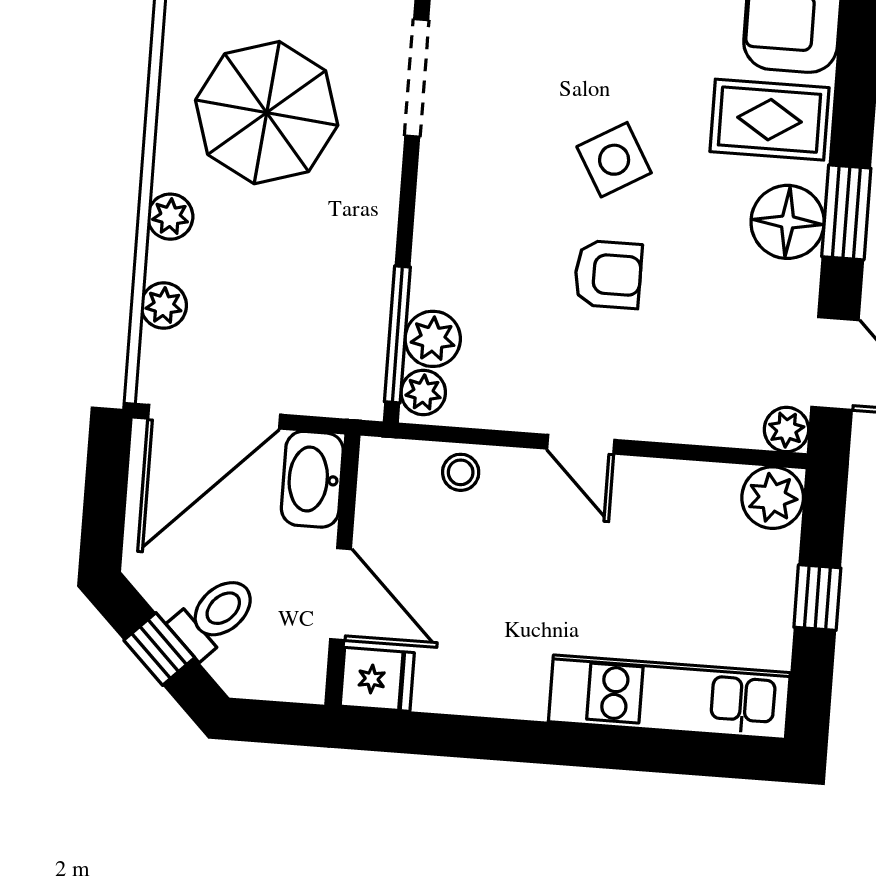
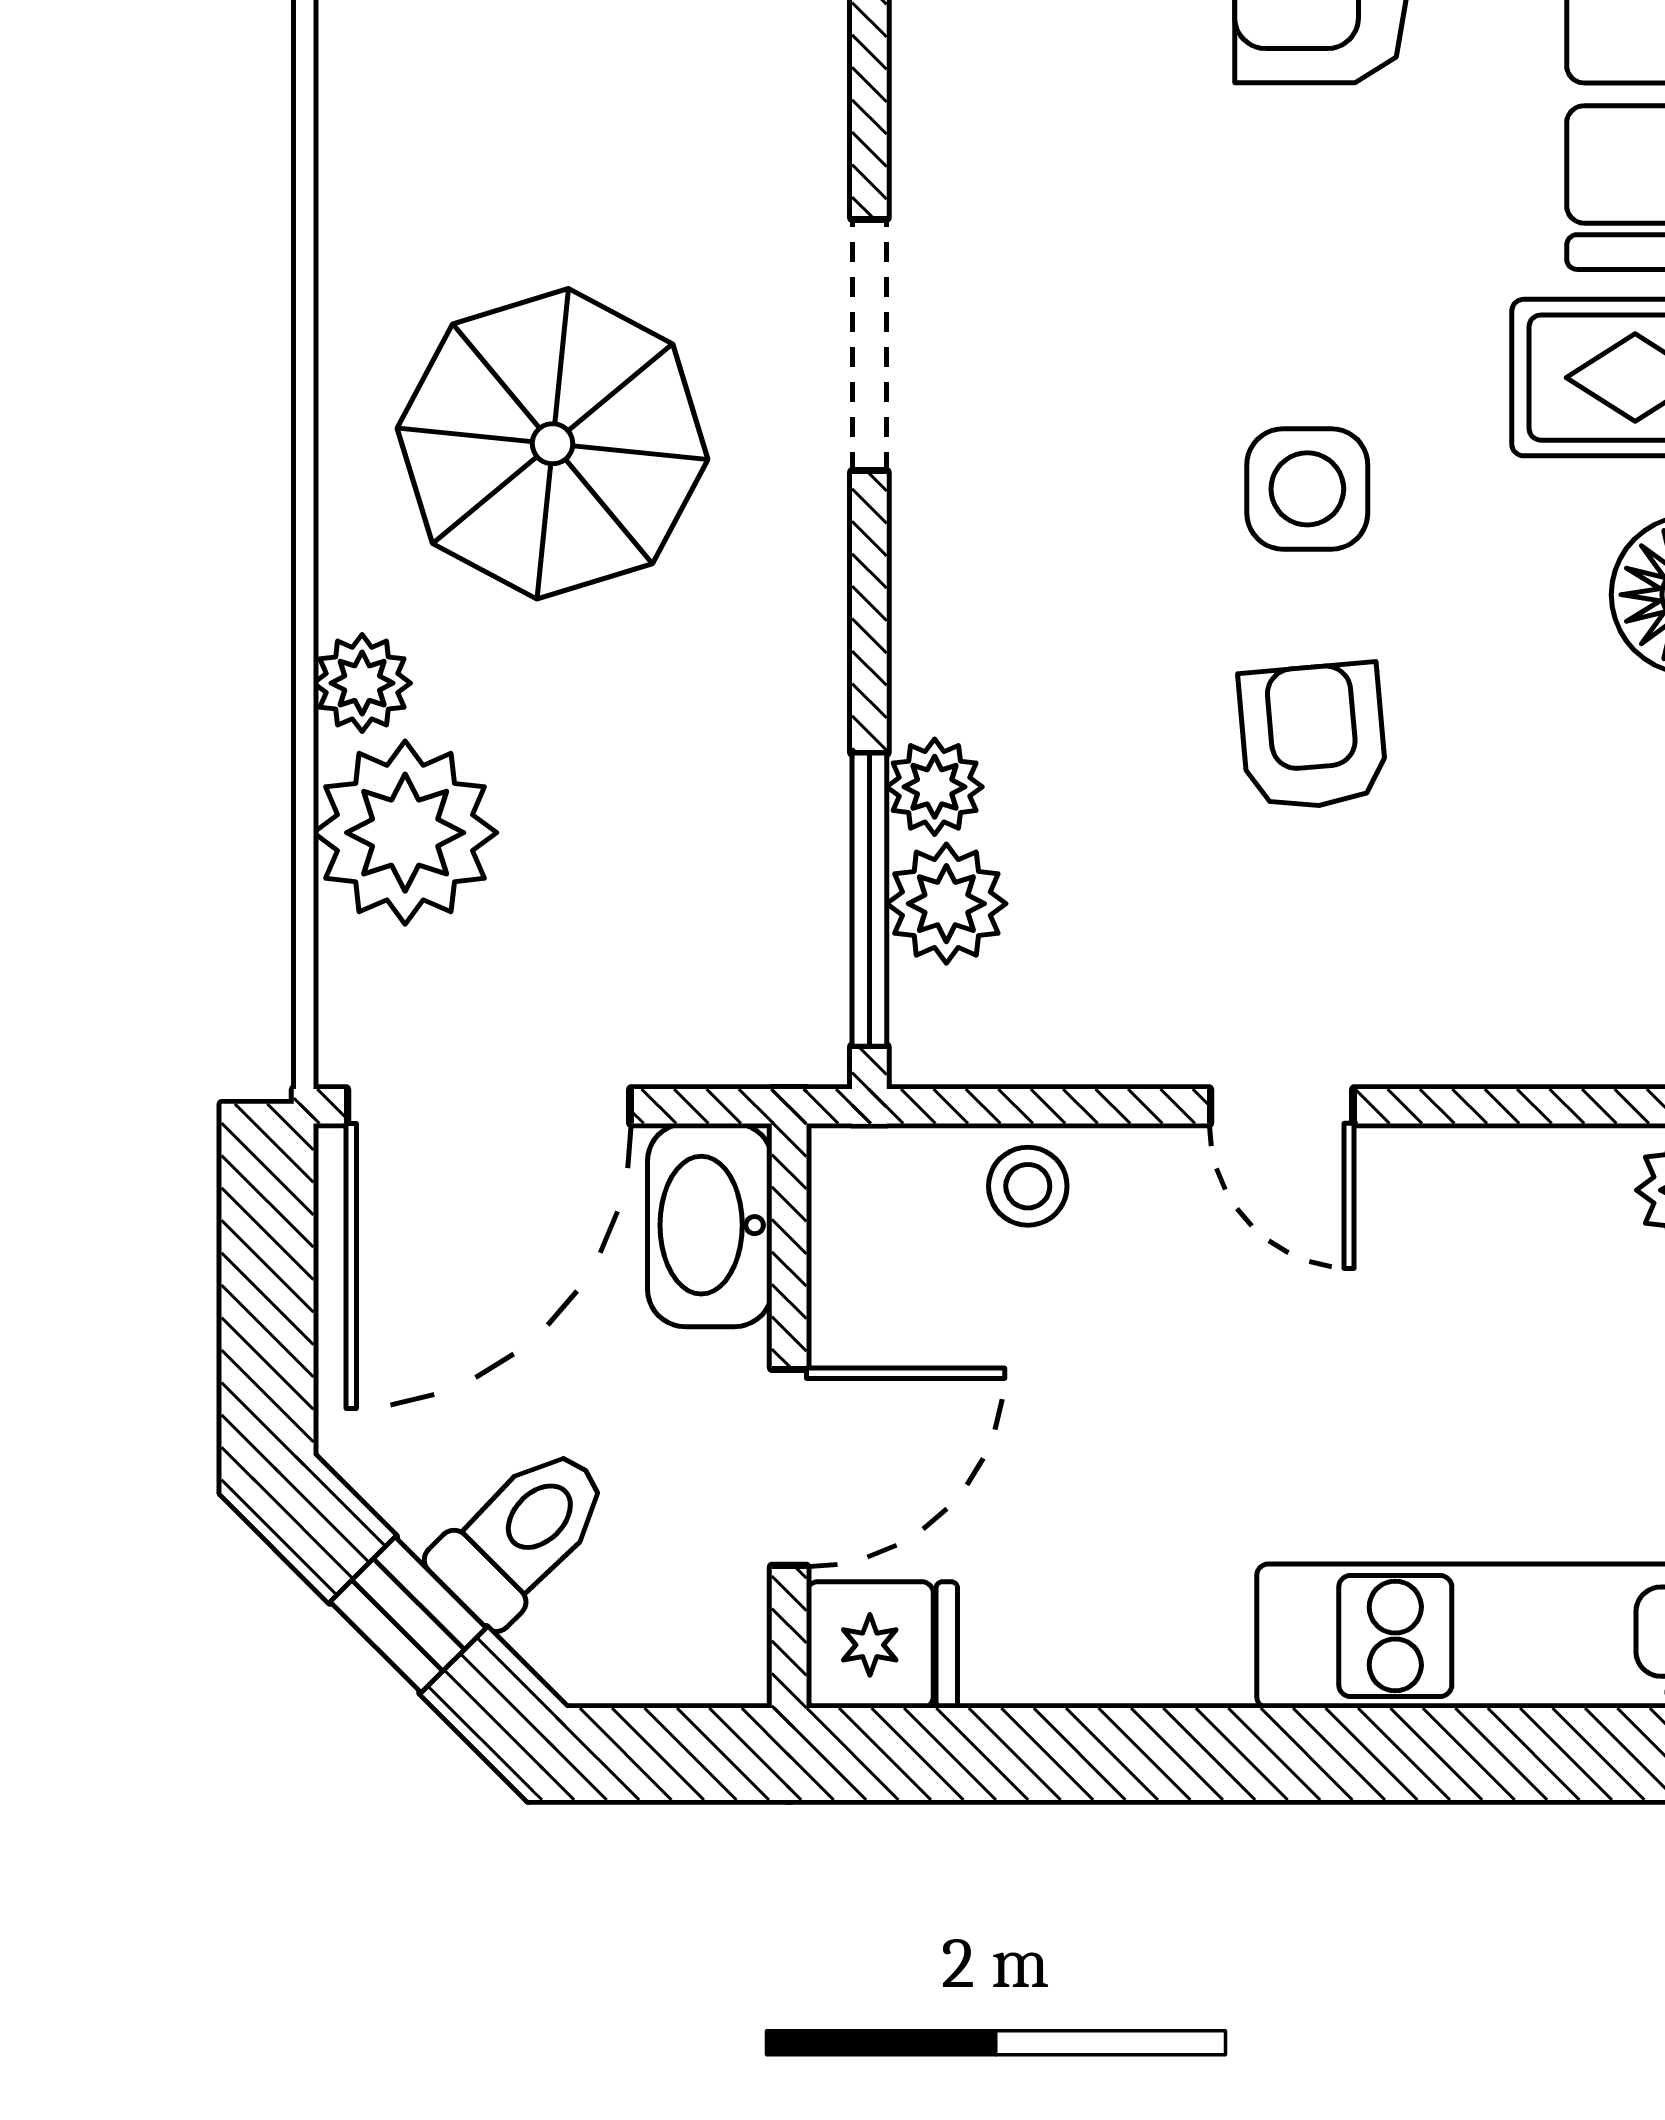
side table: (614, 160) -> (1307, 489), turned 30
armchair: (608, 274) -> (1313, 737), turned -95
plant: (164, 306) -> (405, 833), width x1.87, depth x1.87
plant: (423, 392) -> (935, 787), moved
door: (341, 594) -> (789, 1467), hinge flipped

